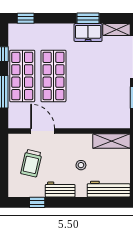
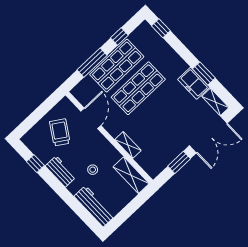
shelving: (87, 123) -> (128, 145), added
trolley: (31, 163) -> (60, 132), turned 110

